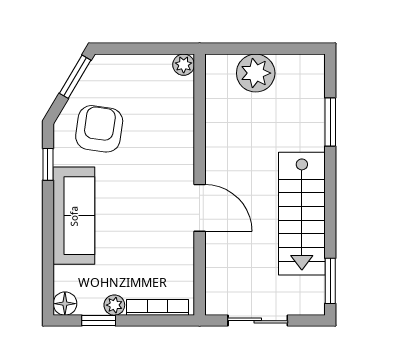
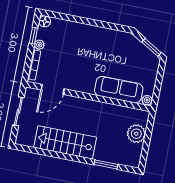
armchair: (99, 129) -> (125, 54), removed
window: (48, 164) -> (112, 26), removed
door: (200, 208) -> (53, 89), moved
sofa: (74, 216) -> (119, 90), moved, turned 180
window: (330, 281) -> (30, 150), removed

